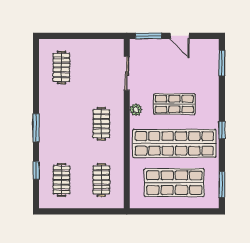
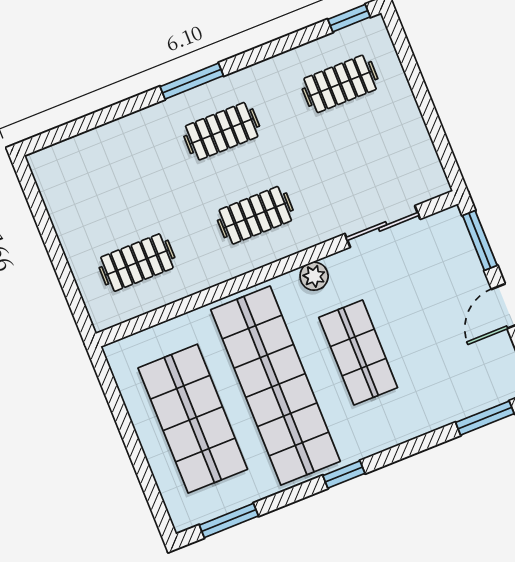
window: (36, 170) -> (349, 18), moved
clothes rail: (61, 180) -> (222, 131), moved

